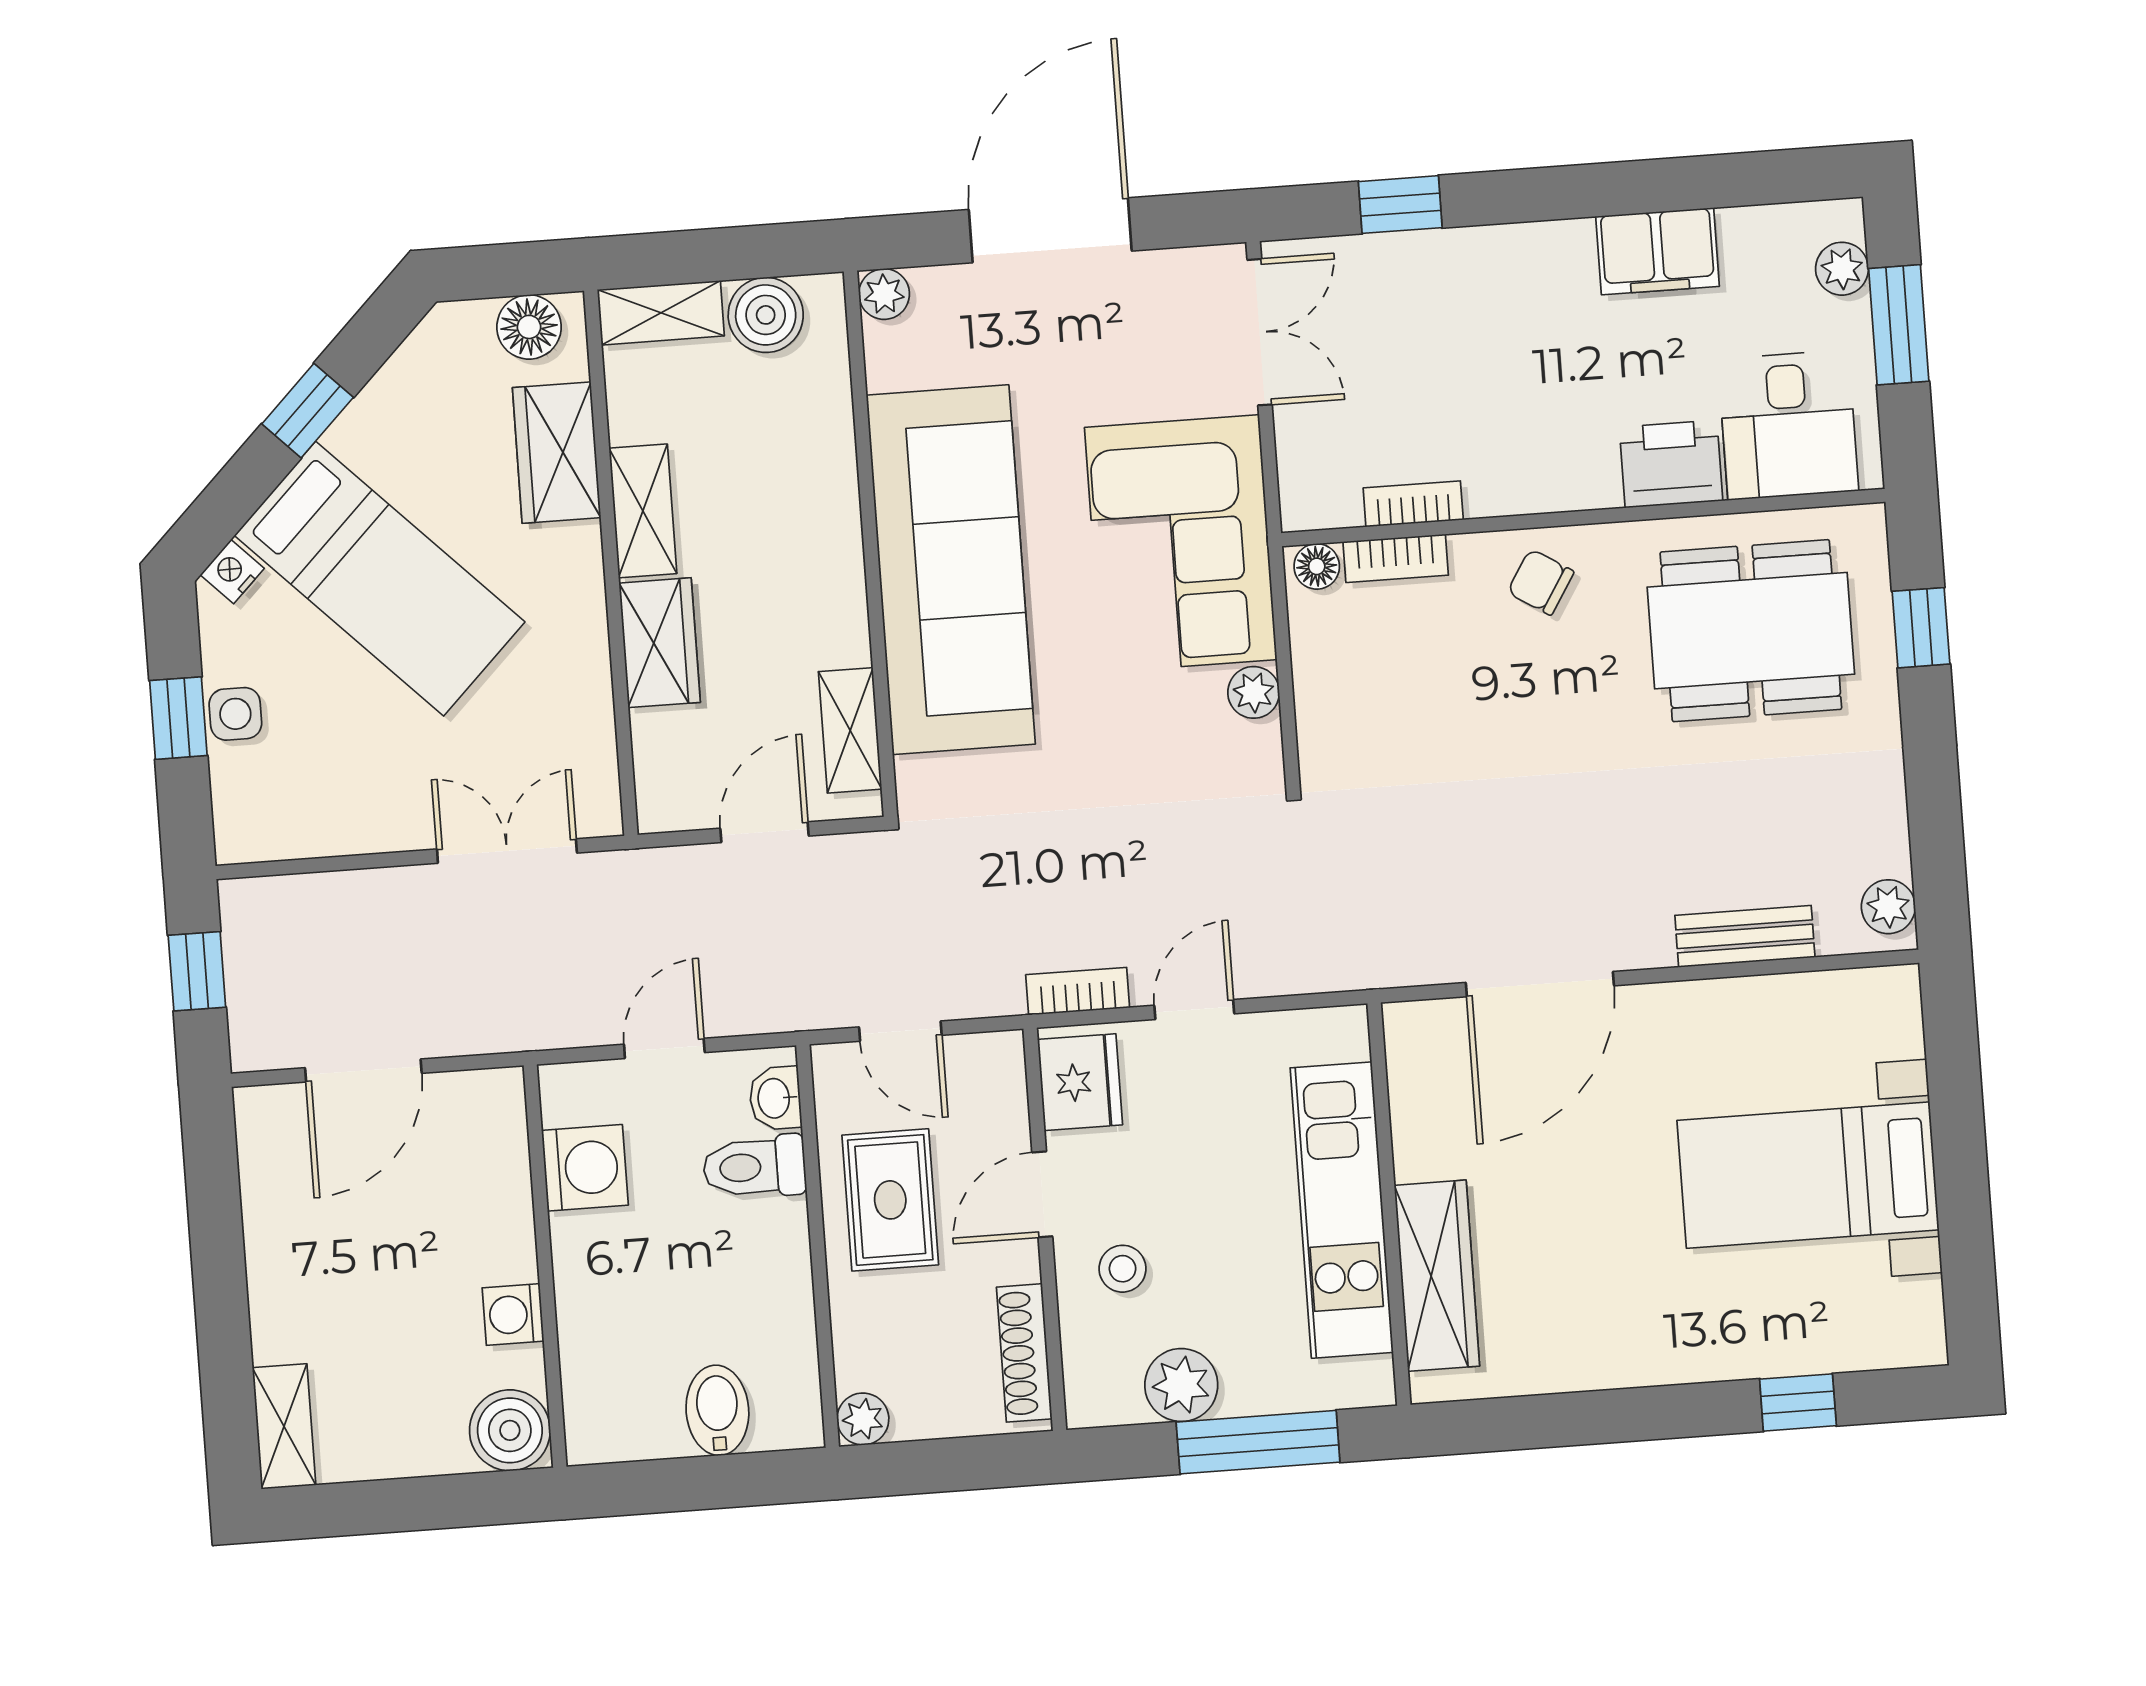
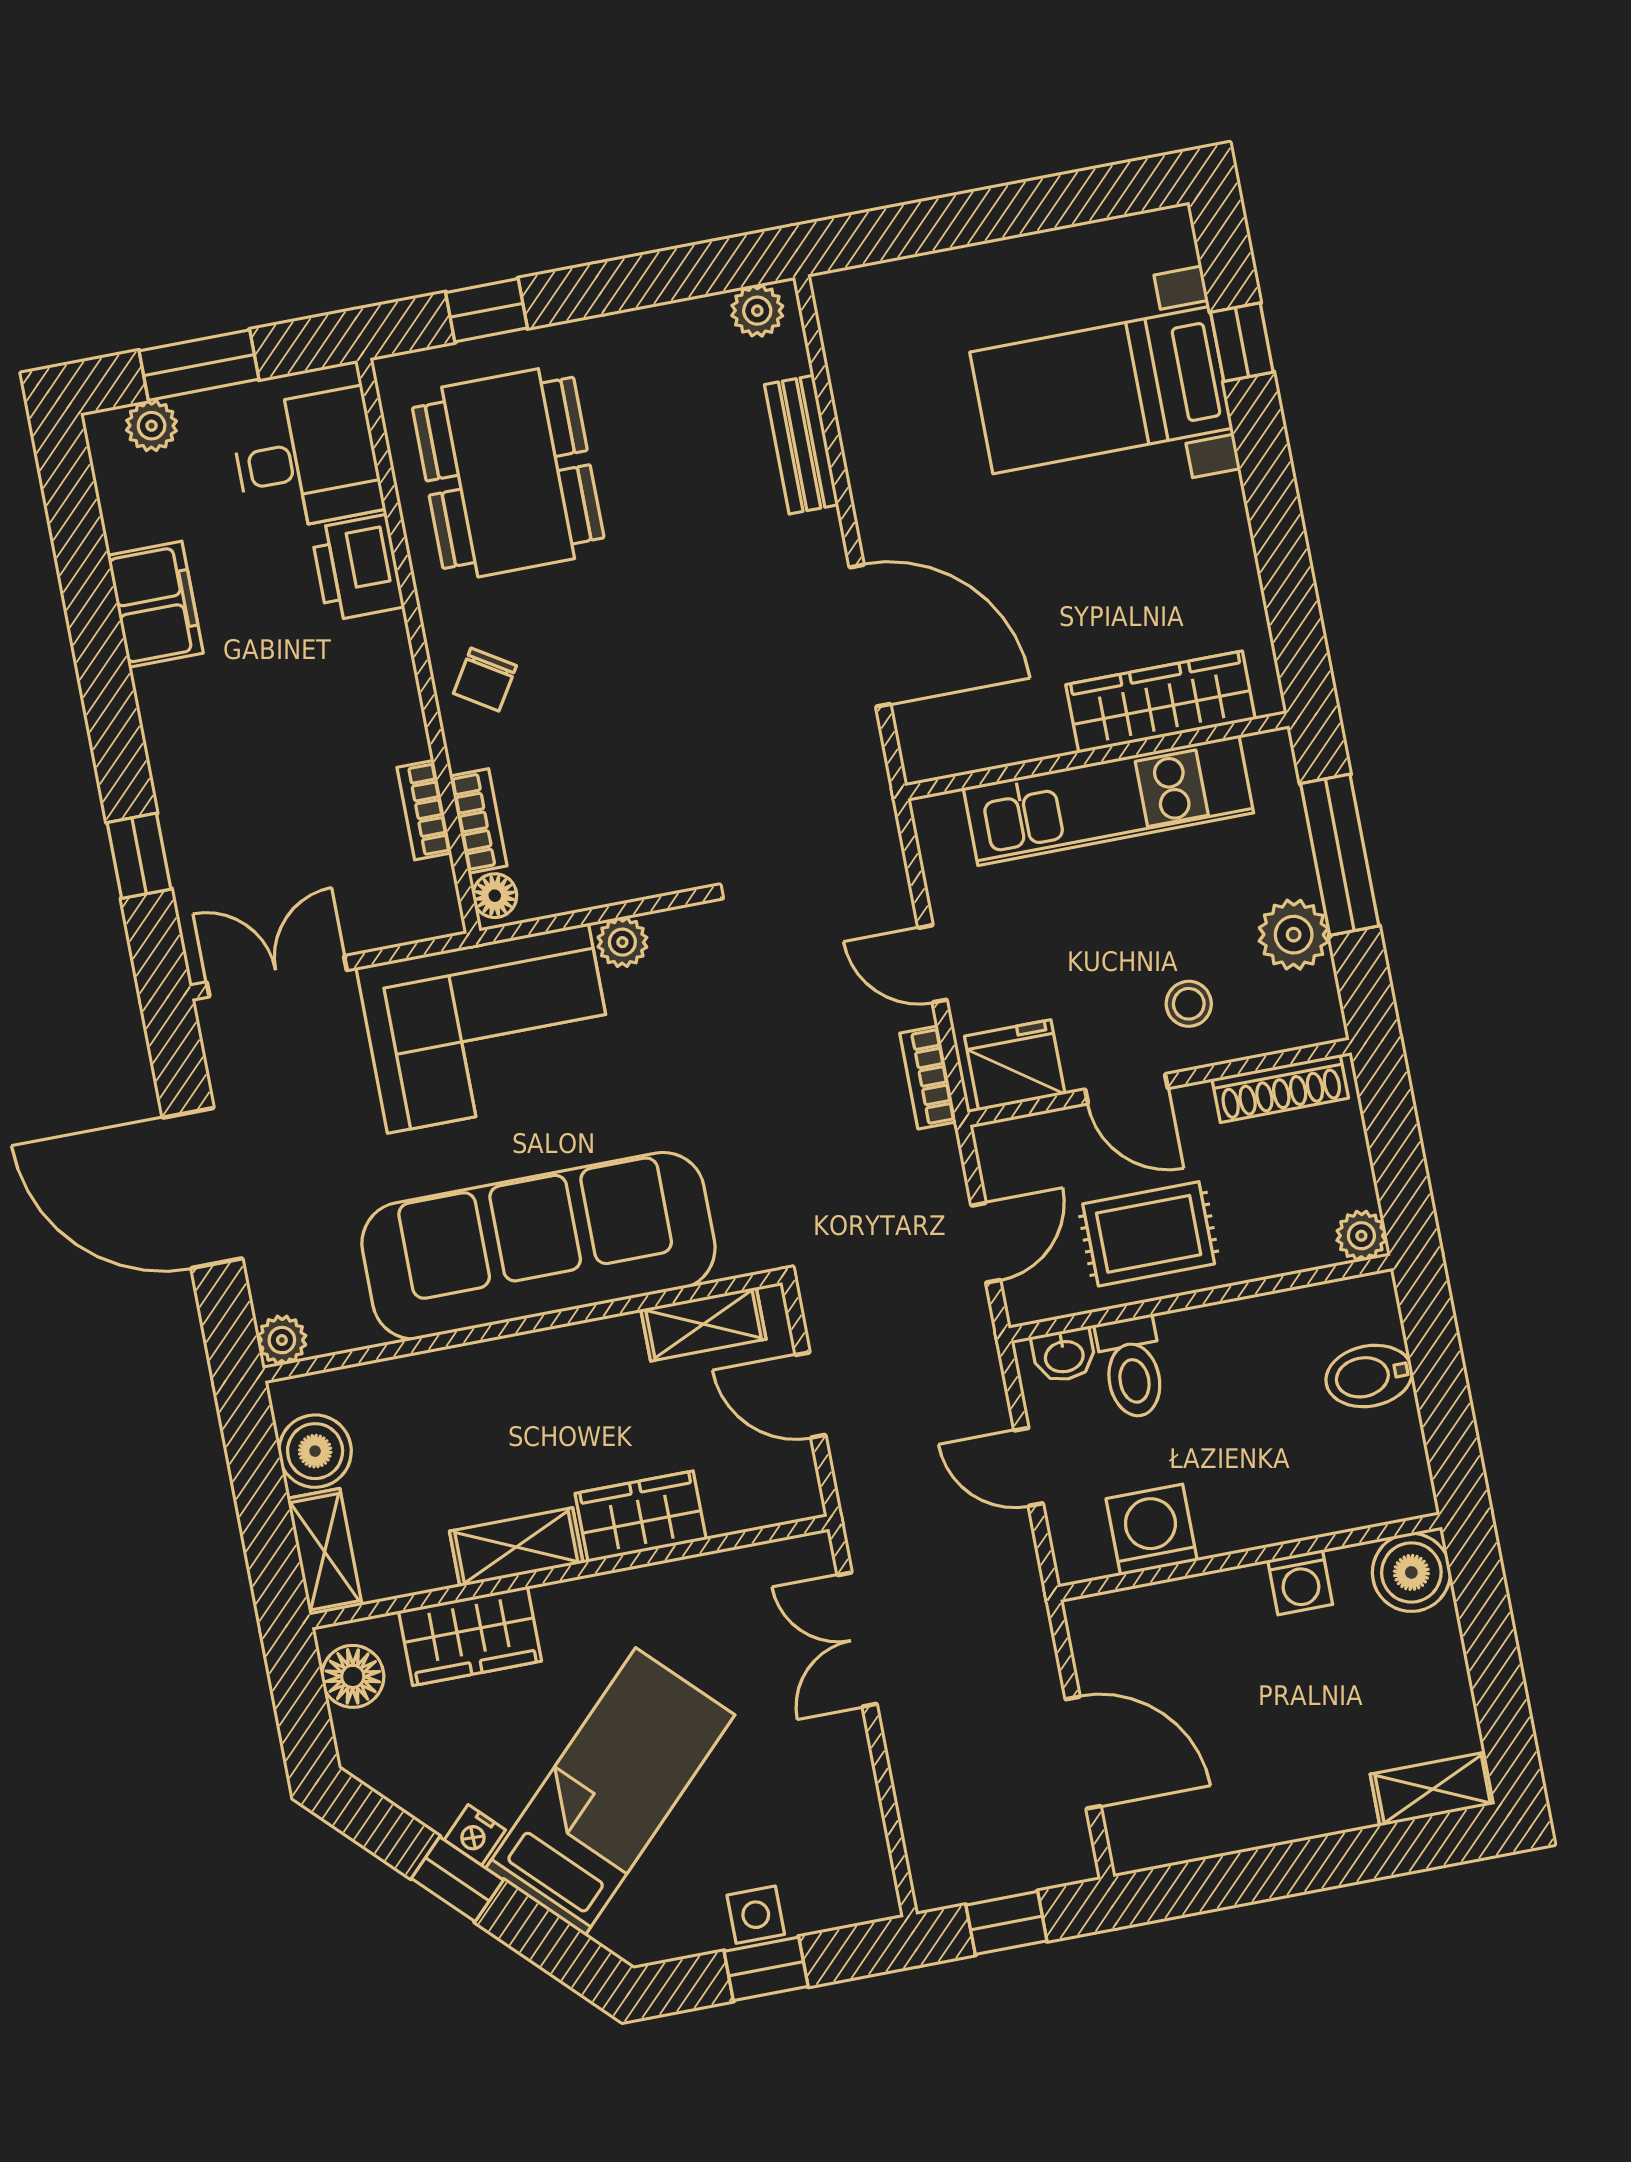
nightstand: (232, 572) -> (475, 1835), moved
bed with nightstands: (1808, 1175) -> (1101, 390), moved, turned 90

